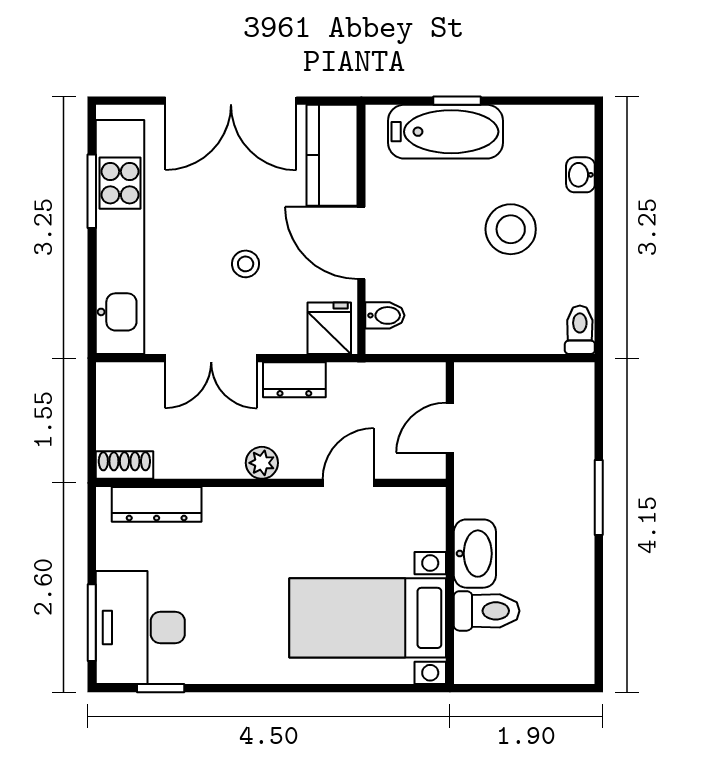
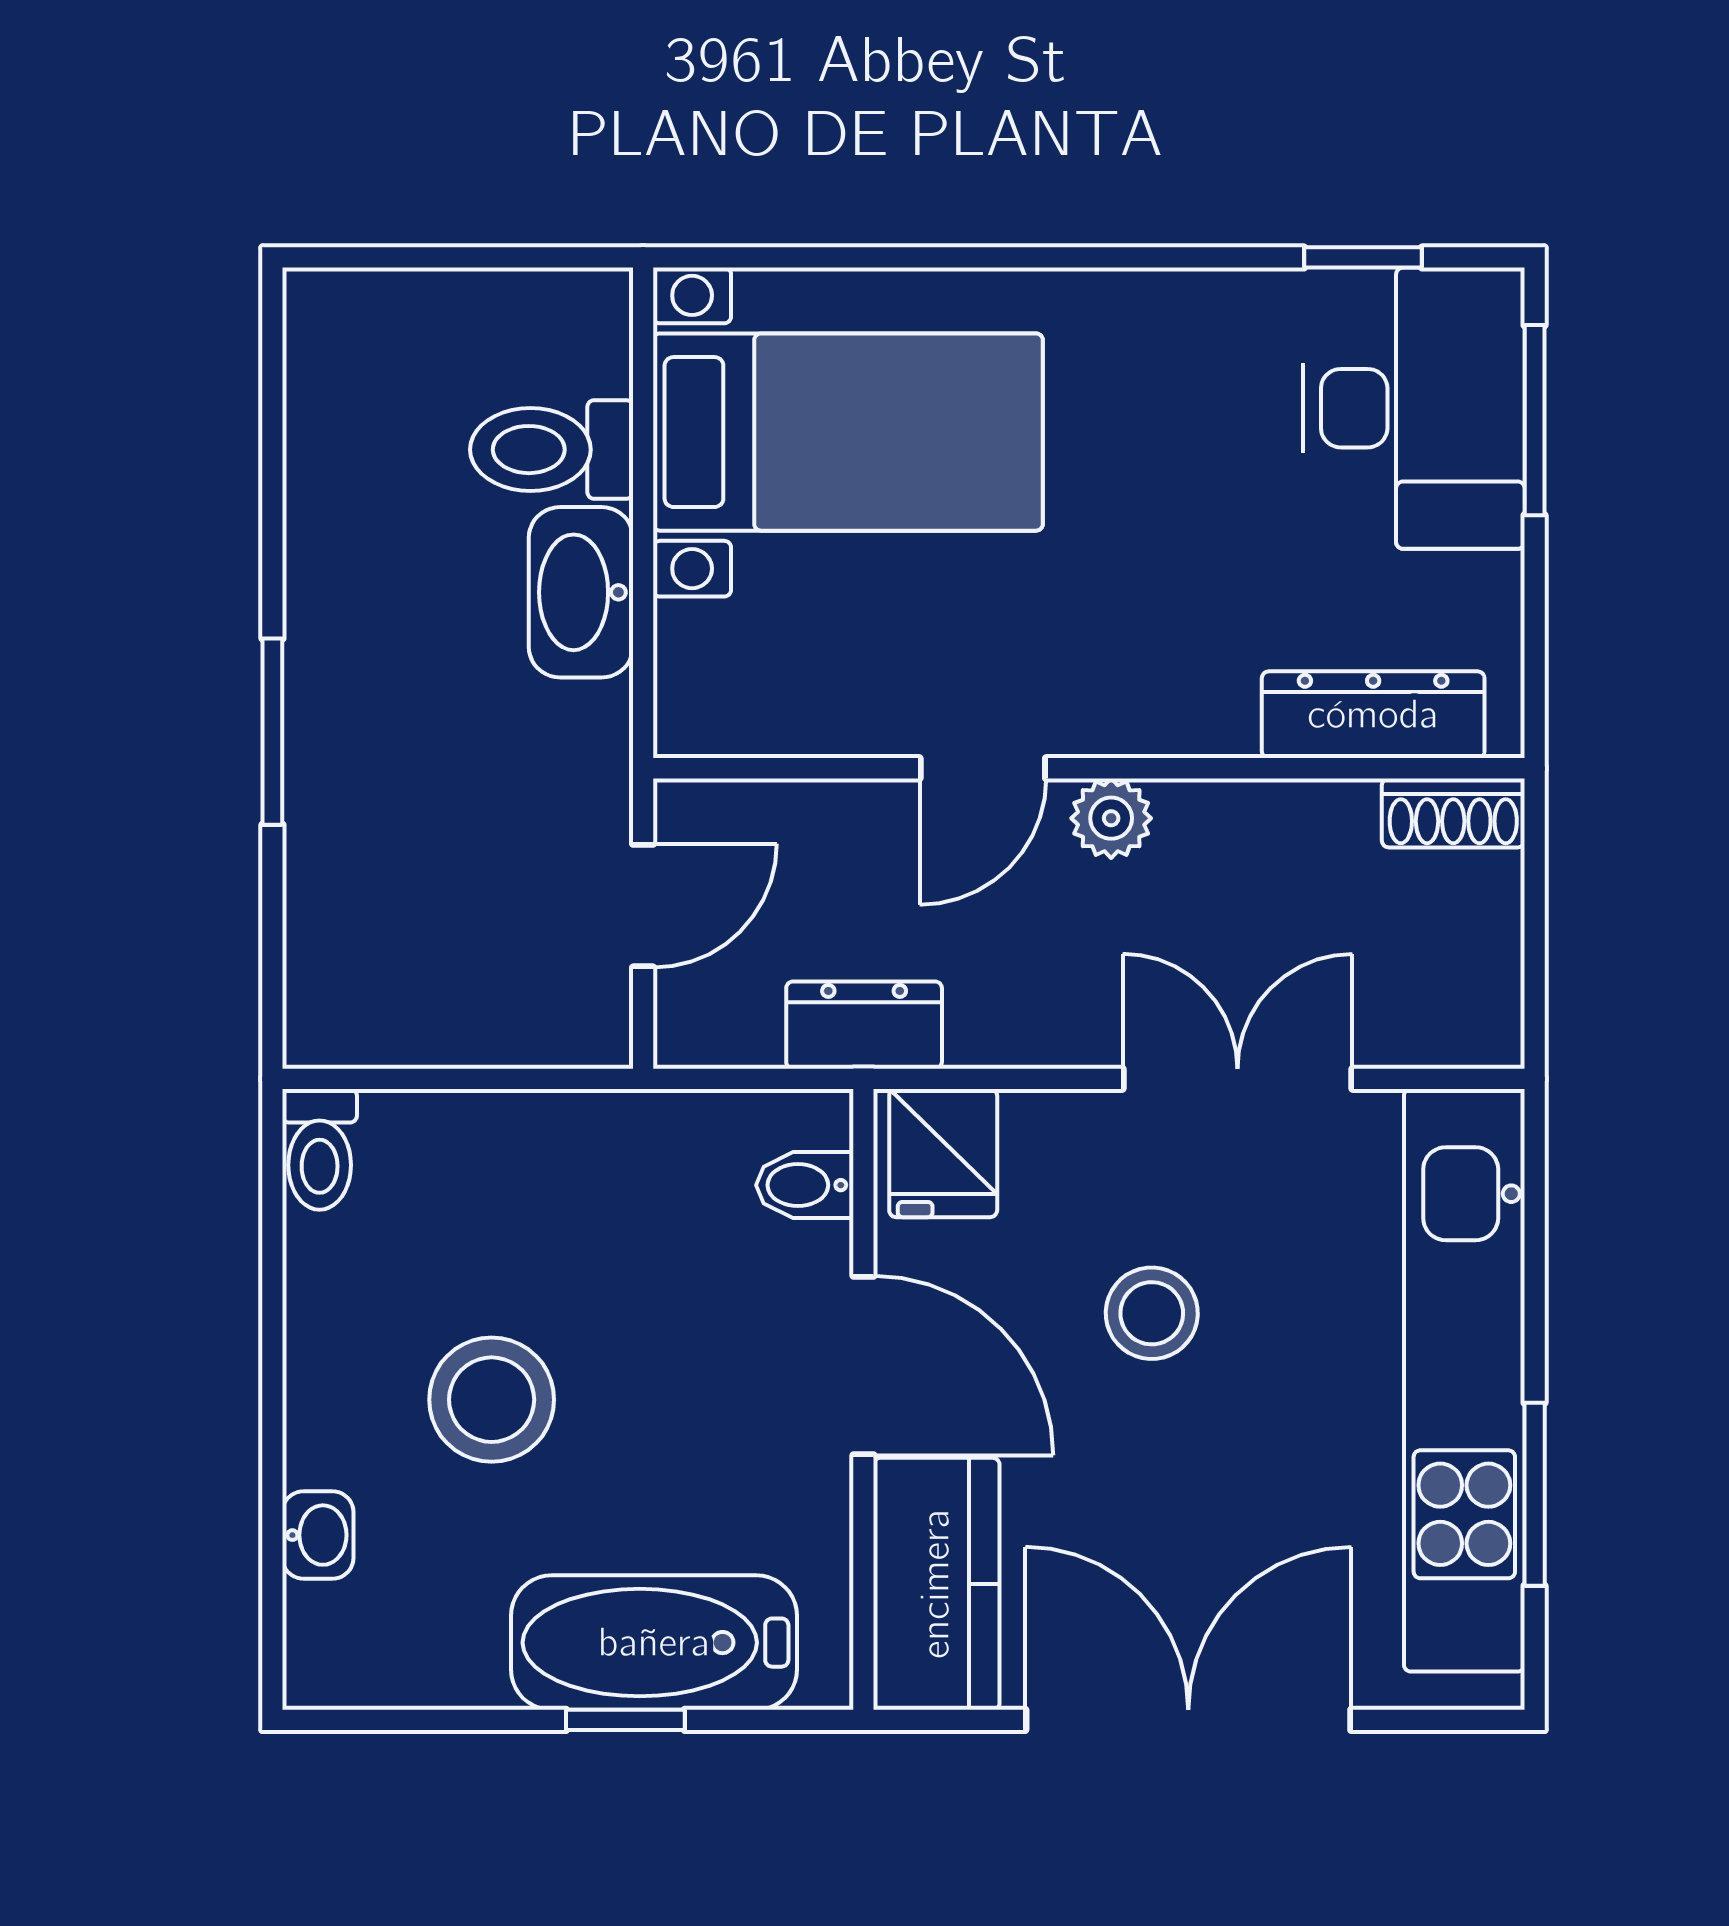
stool: (246, 264) -> (1152, 1313), width x1.37, depth x1.37
dresser: (294, 380) -> (864, 1025), moved
door: (348, 483) -> (983, 768), moved

